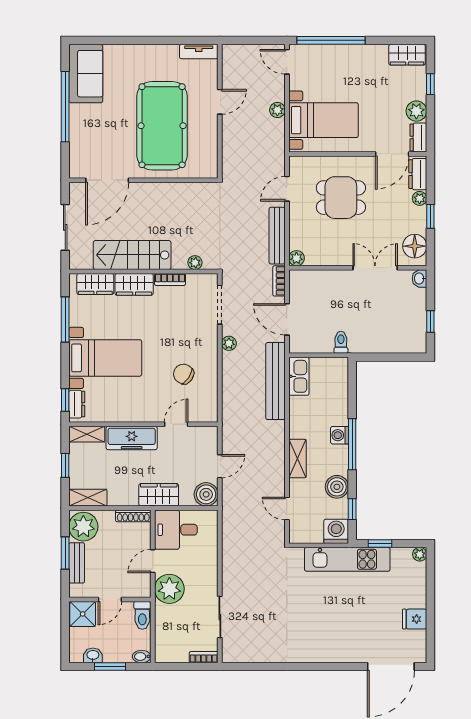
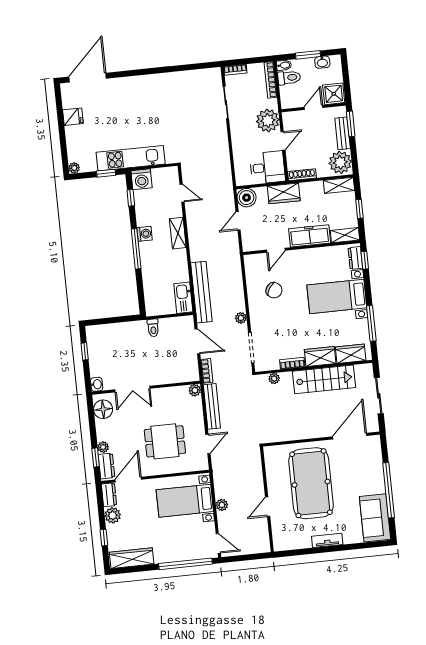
tv unit: (199, 51) -> (327, 540), moved
wardrobe: (407, 55) -> (132, 558), width x1.50
window: (430, 216) -> (96, 458), moved
washing machine: (340, 435) -> (145, 234), moved
boiler: (337, 487) -> (145, 214), removed
window: (65, 553) -> (351, 124), moved
toilet: (142, 615) -> (289, 78), moved, turned 90
bookcase: (161, 640) -> (271, 80), added

